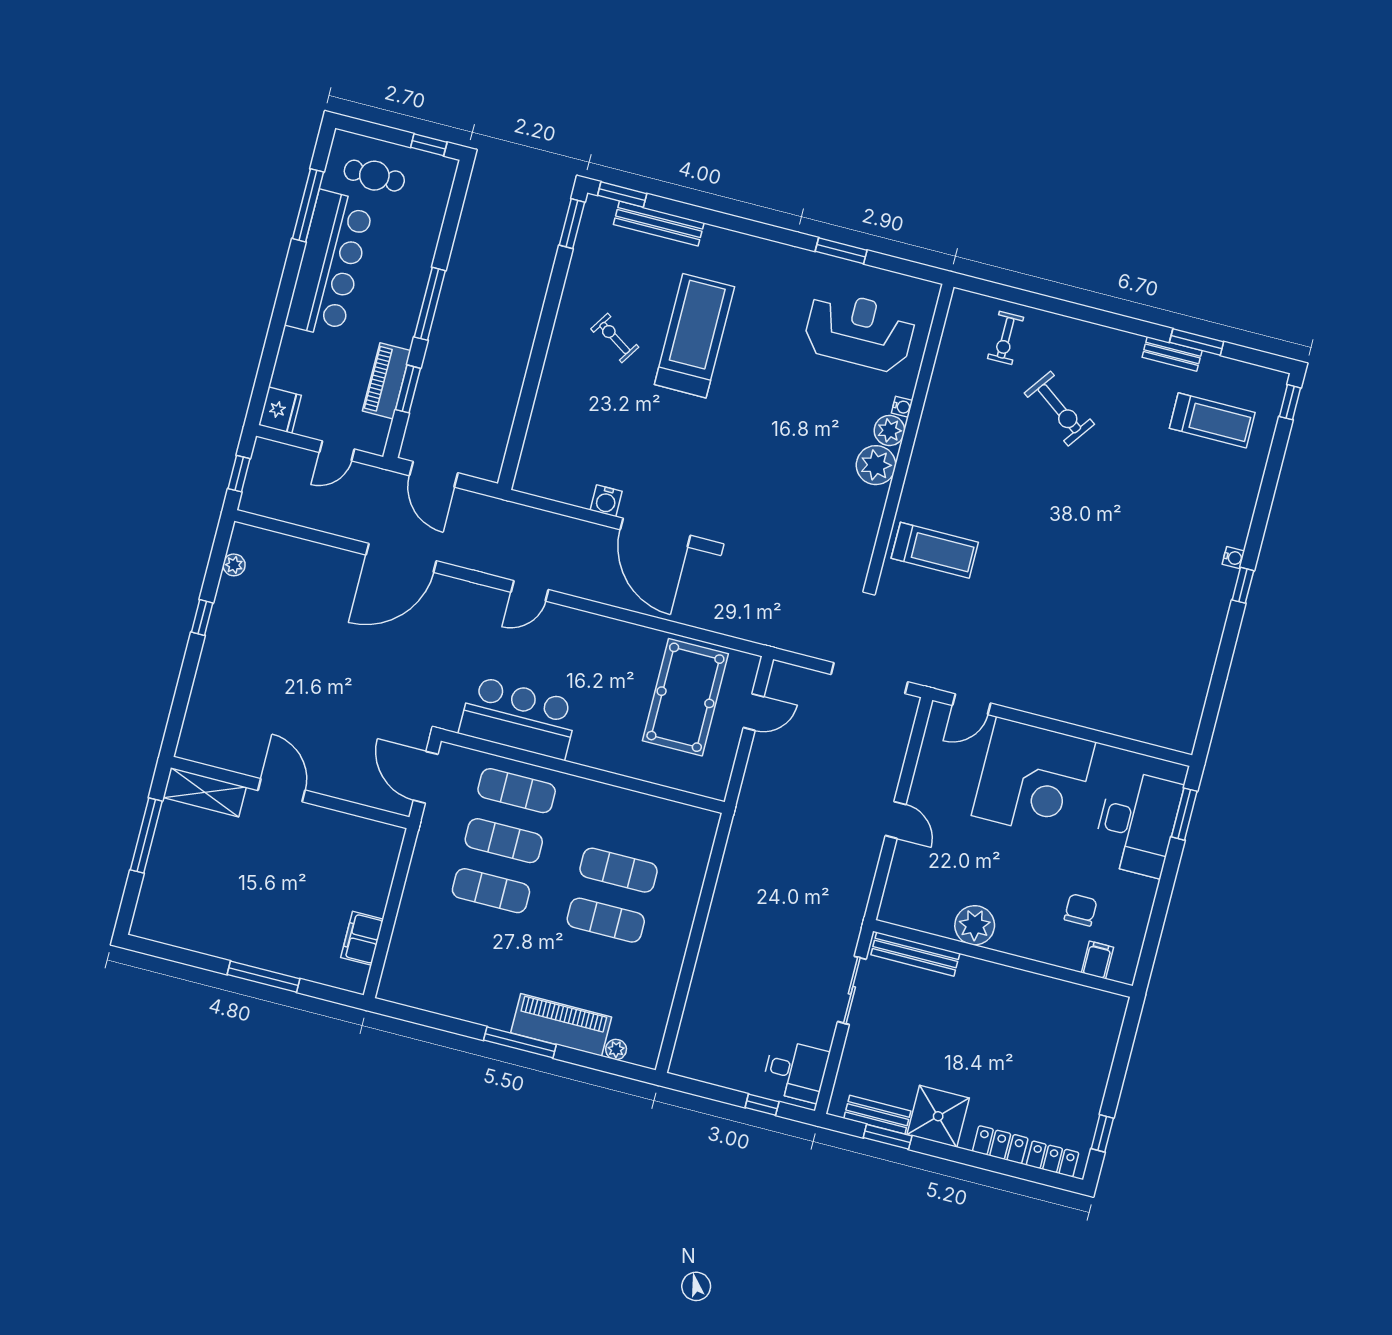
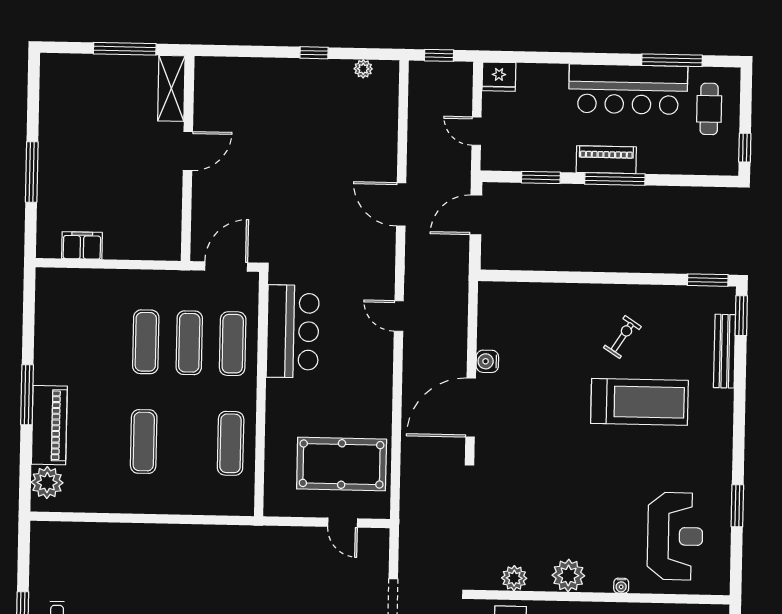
piano: (387, 381) -> (606, 160), moved
plant: (889, 430) -> (514, 578), moved
door: (401, 558) -> (401, 204), width x0.73
exercise mat: (619, 870) -> (231, 443), moved
plant: (616, 1049) -> (47, 483), width x1.87, depth x1.87

